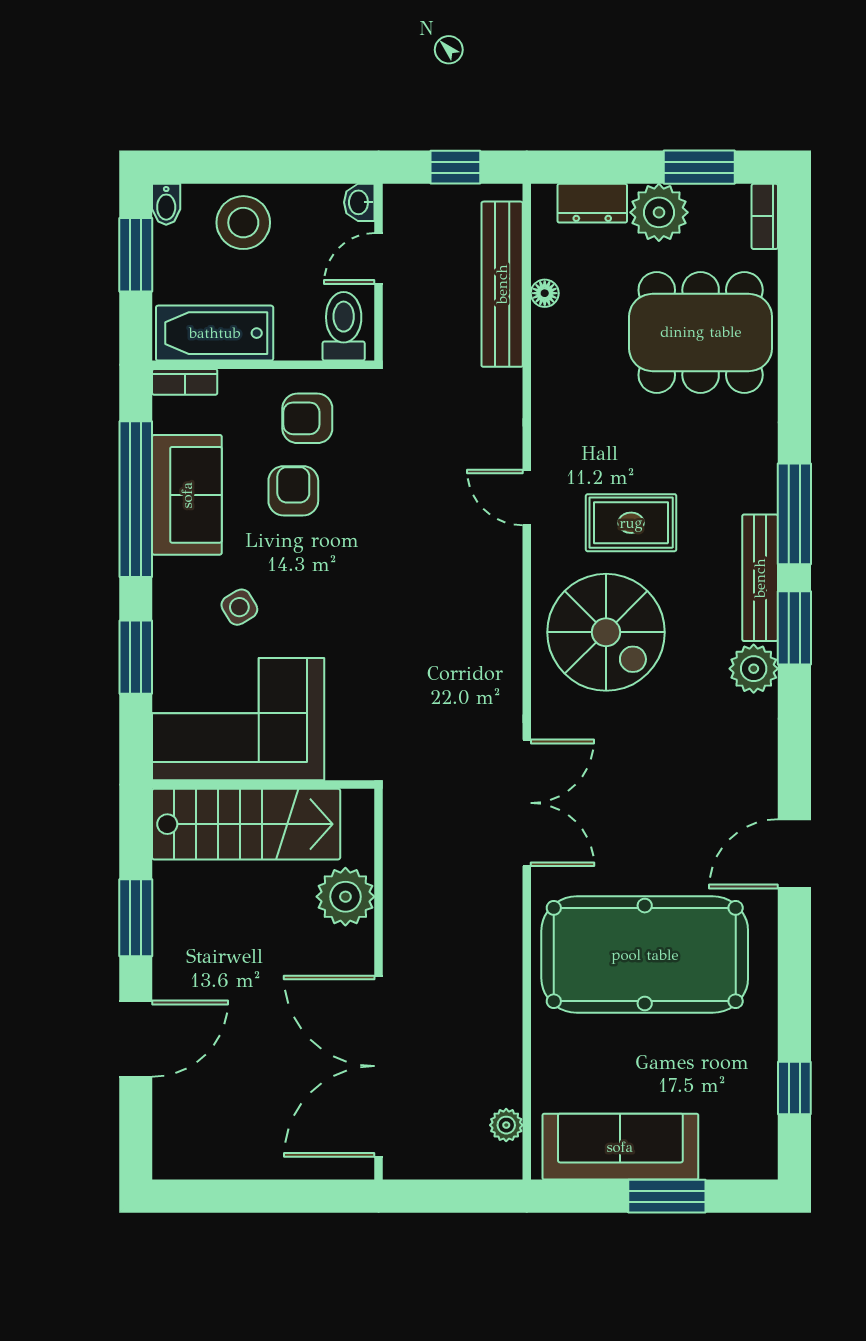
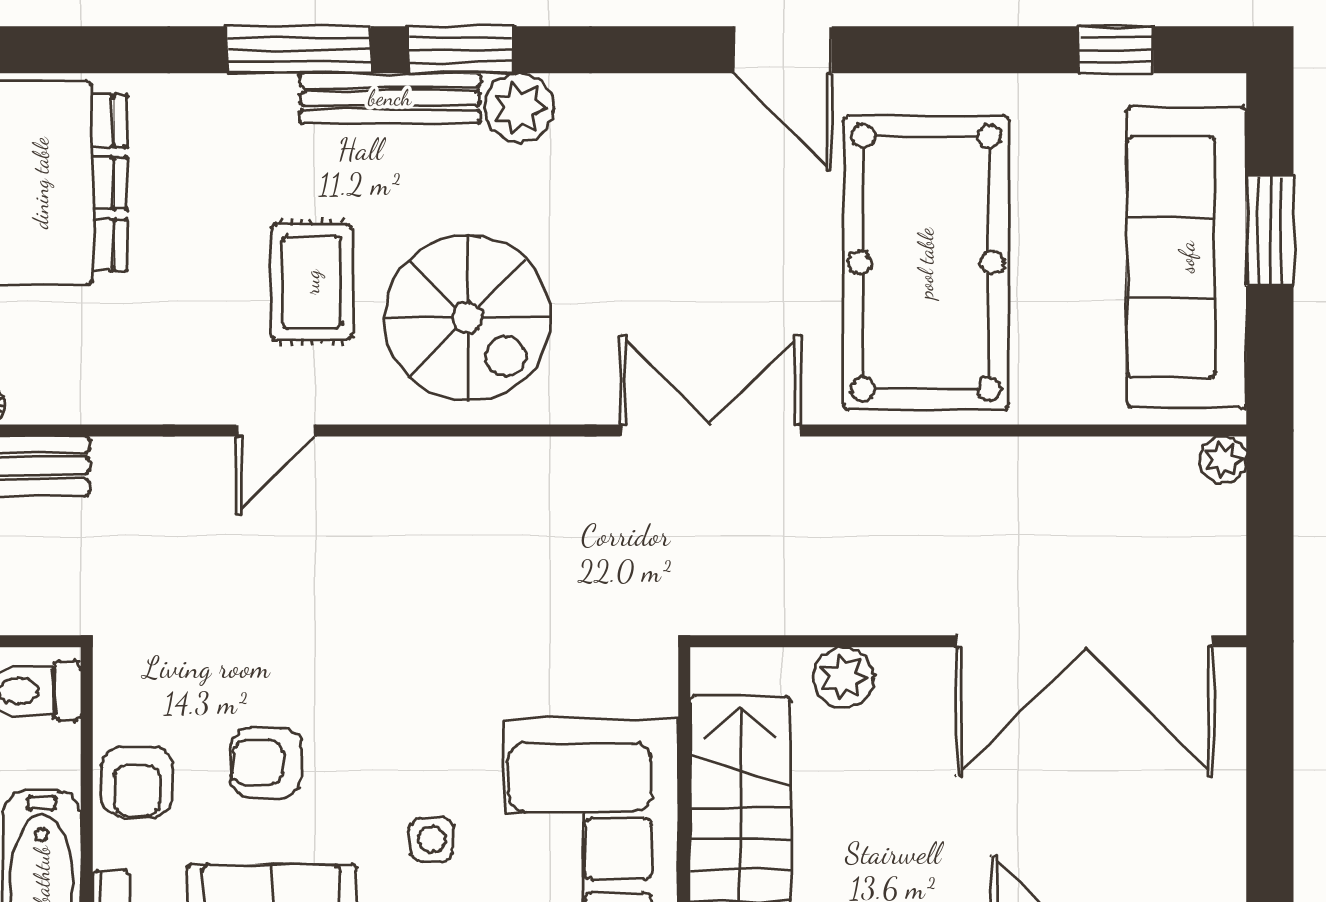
armchair: (307, 418) -> (137, 782), moved
side table: (239, 607) -> (432, 839), turned 31
spiral stairs: (606, 632) -> (468, 318), turned 90
plant: (345, 897) -> (844, 677), width x0.73, depth x0.73
plant: (506, 1125) -> (1223, 460), moved
sofa: (620, 1147) -> (1187, 257), width x1.36, depth x1.27

